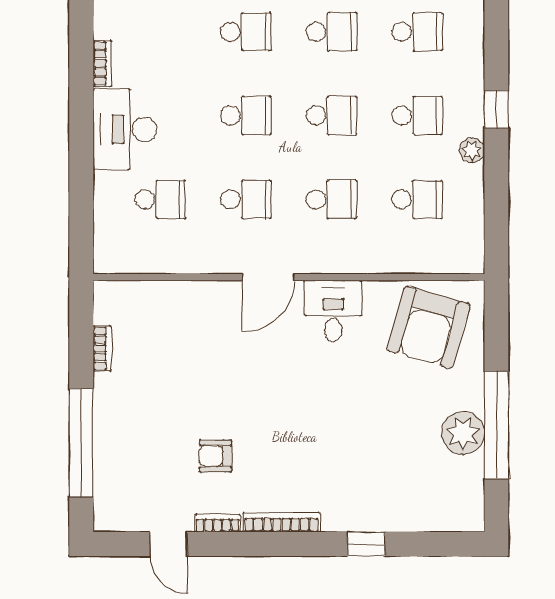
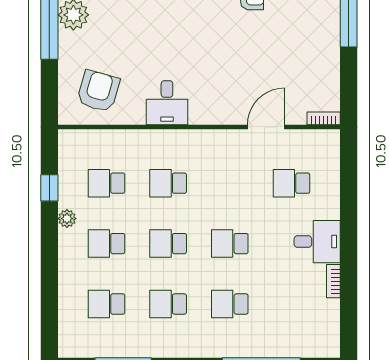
window: (496, 109) -> (49, 188), moved
desk: (125, 129) -> (317, 242), width x0.73
school desk: (246, 199) -> (230, 183), removed
door: (268, 277) -> (266, 127), moved
armchair: (429, 327) -> (98, 91), width x0.73, depth x0.73
bookcase: (102, 348) -> (324, 118), moved, turned 90

